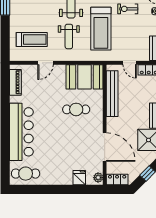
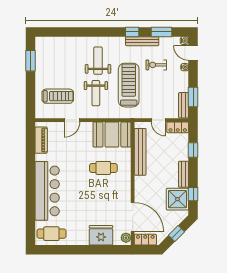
treadmill: (101, 29) -> (129, 85), turned 180
door: (105, 147) -> (133, 217), moved
fridge: (79, 178) -> (101, 235), width x1.88, depth x1.34

